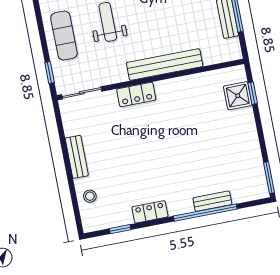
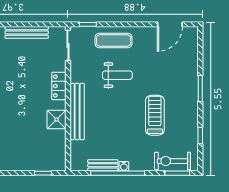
shower: (238, 96) -> (57, 120), moved
bench: (77, 157) -> (27, 32), width x1.36

